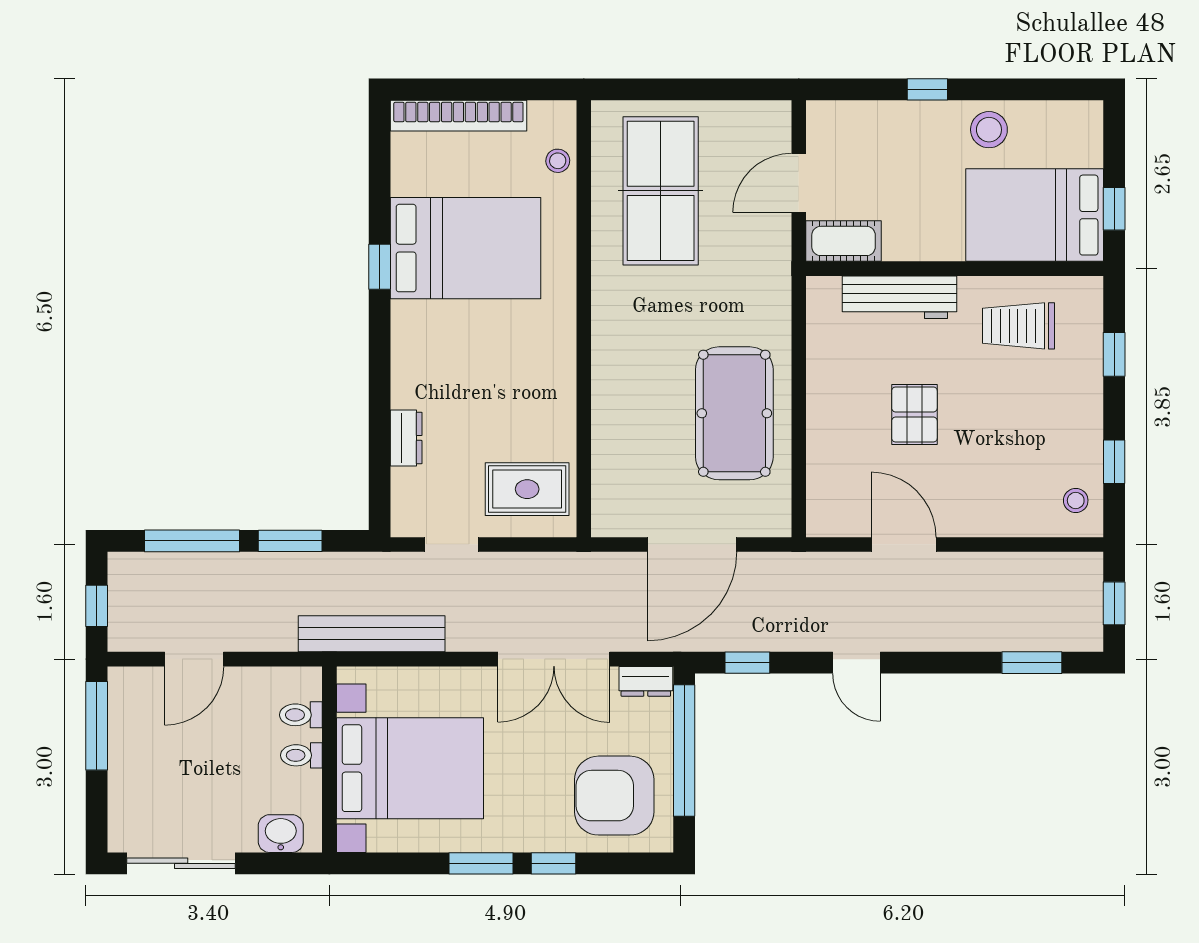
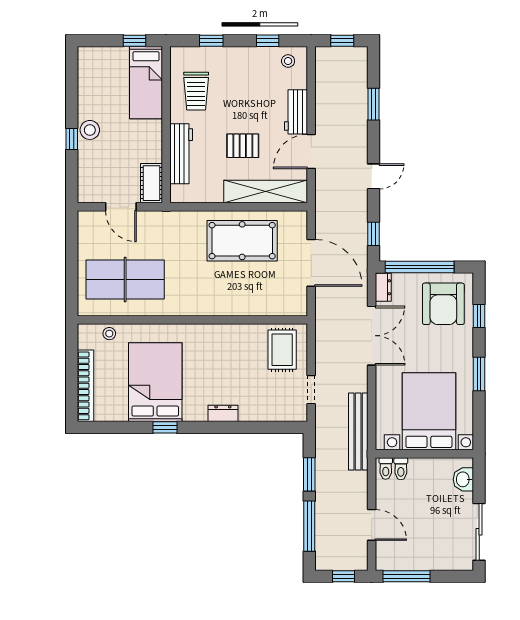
stool: (989, 130) -> (90, 130), moved
bed: (1035, 215) -> (146, 83), width x0.67
dresser: (406, 438) -> (223, 413), moved
shelving: (828, 458) -> (266, 192), added
workbench: (979, 516) -> (296, 112), added
window: (1032, 663) -> (373, 104), moved
toilet: (301, 755) -> (386, 468), moved
window: (554, 863) -> (479, 316), moved

